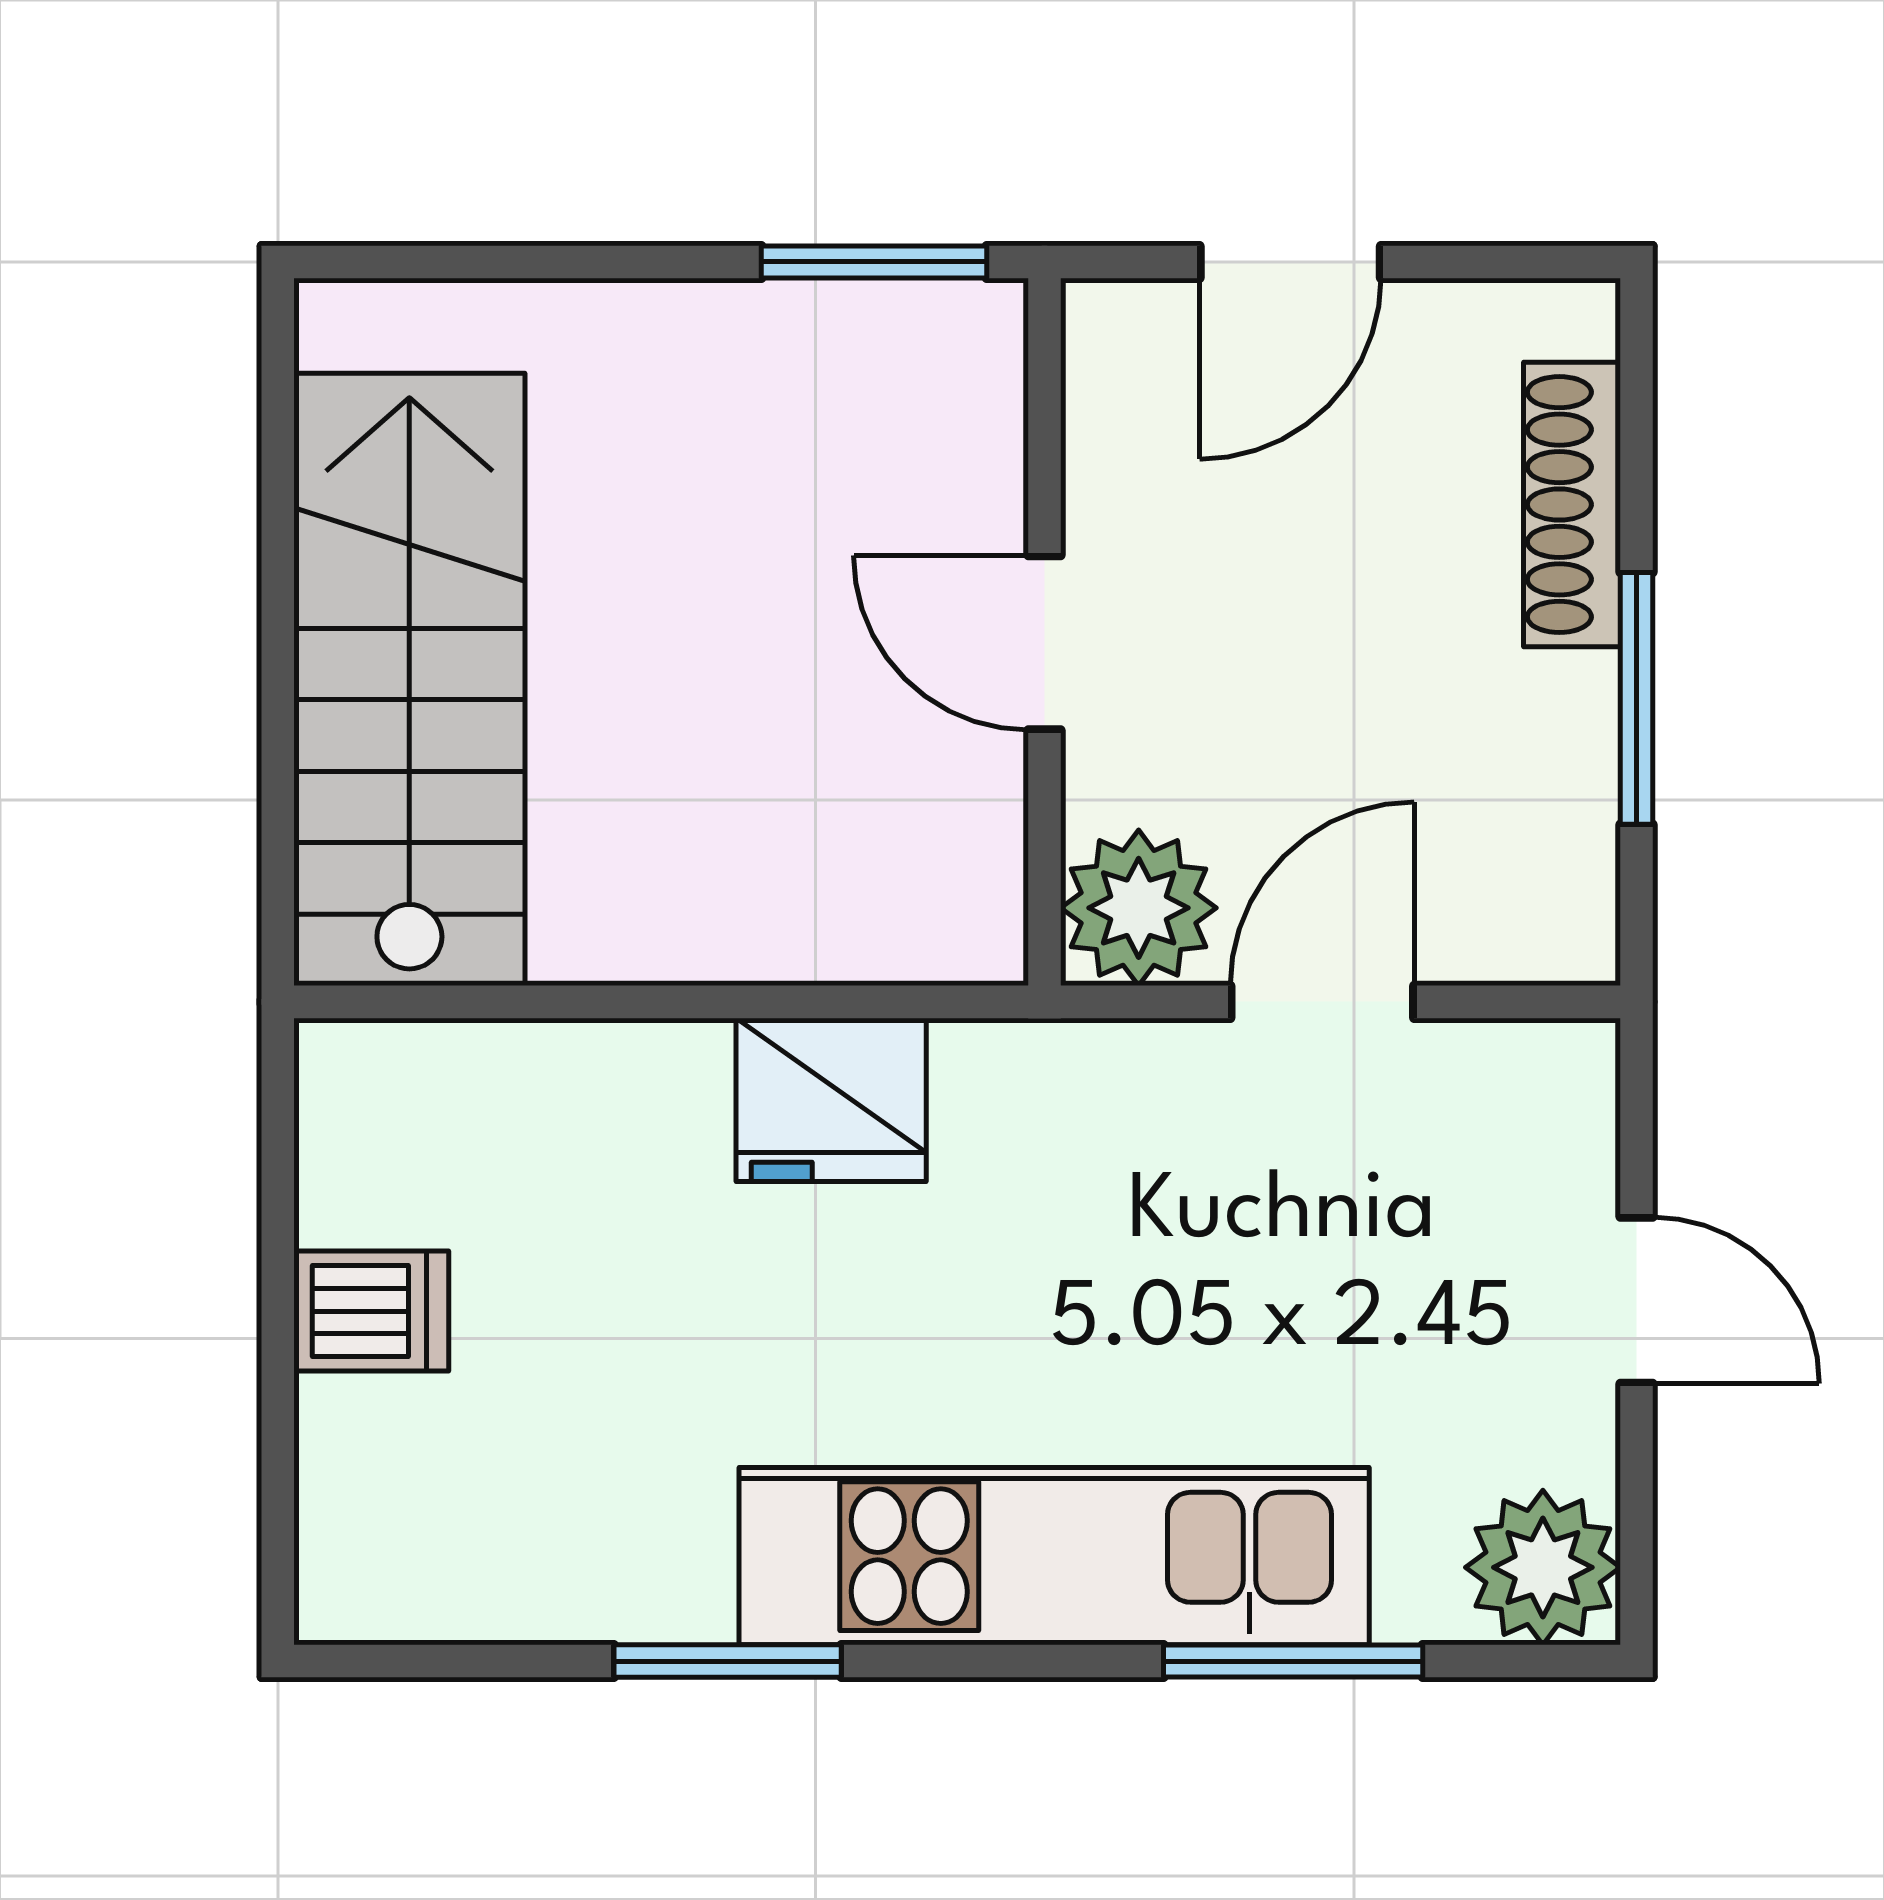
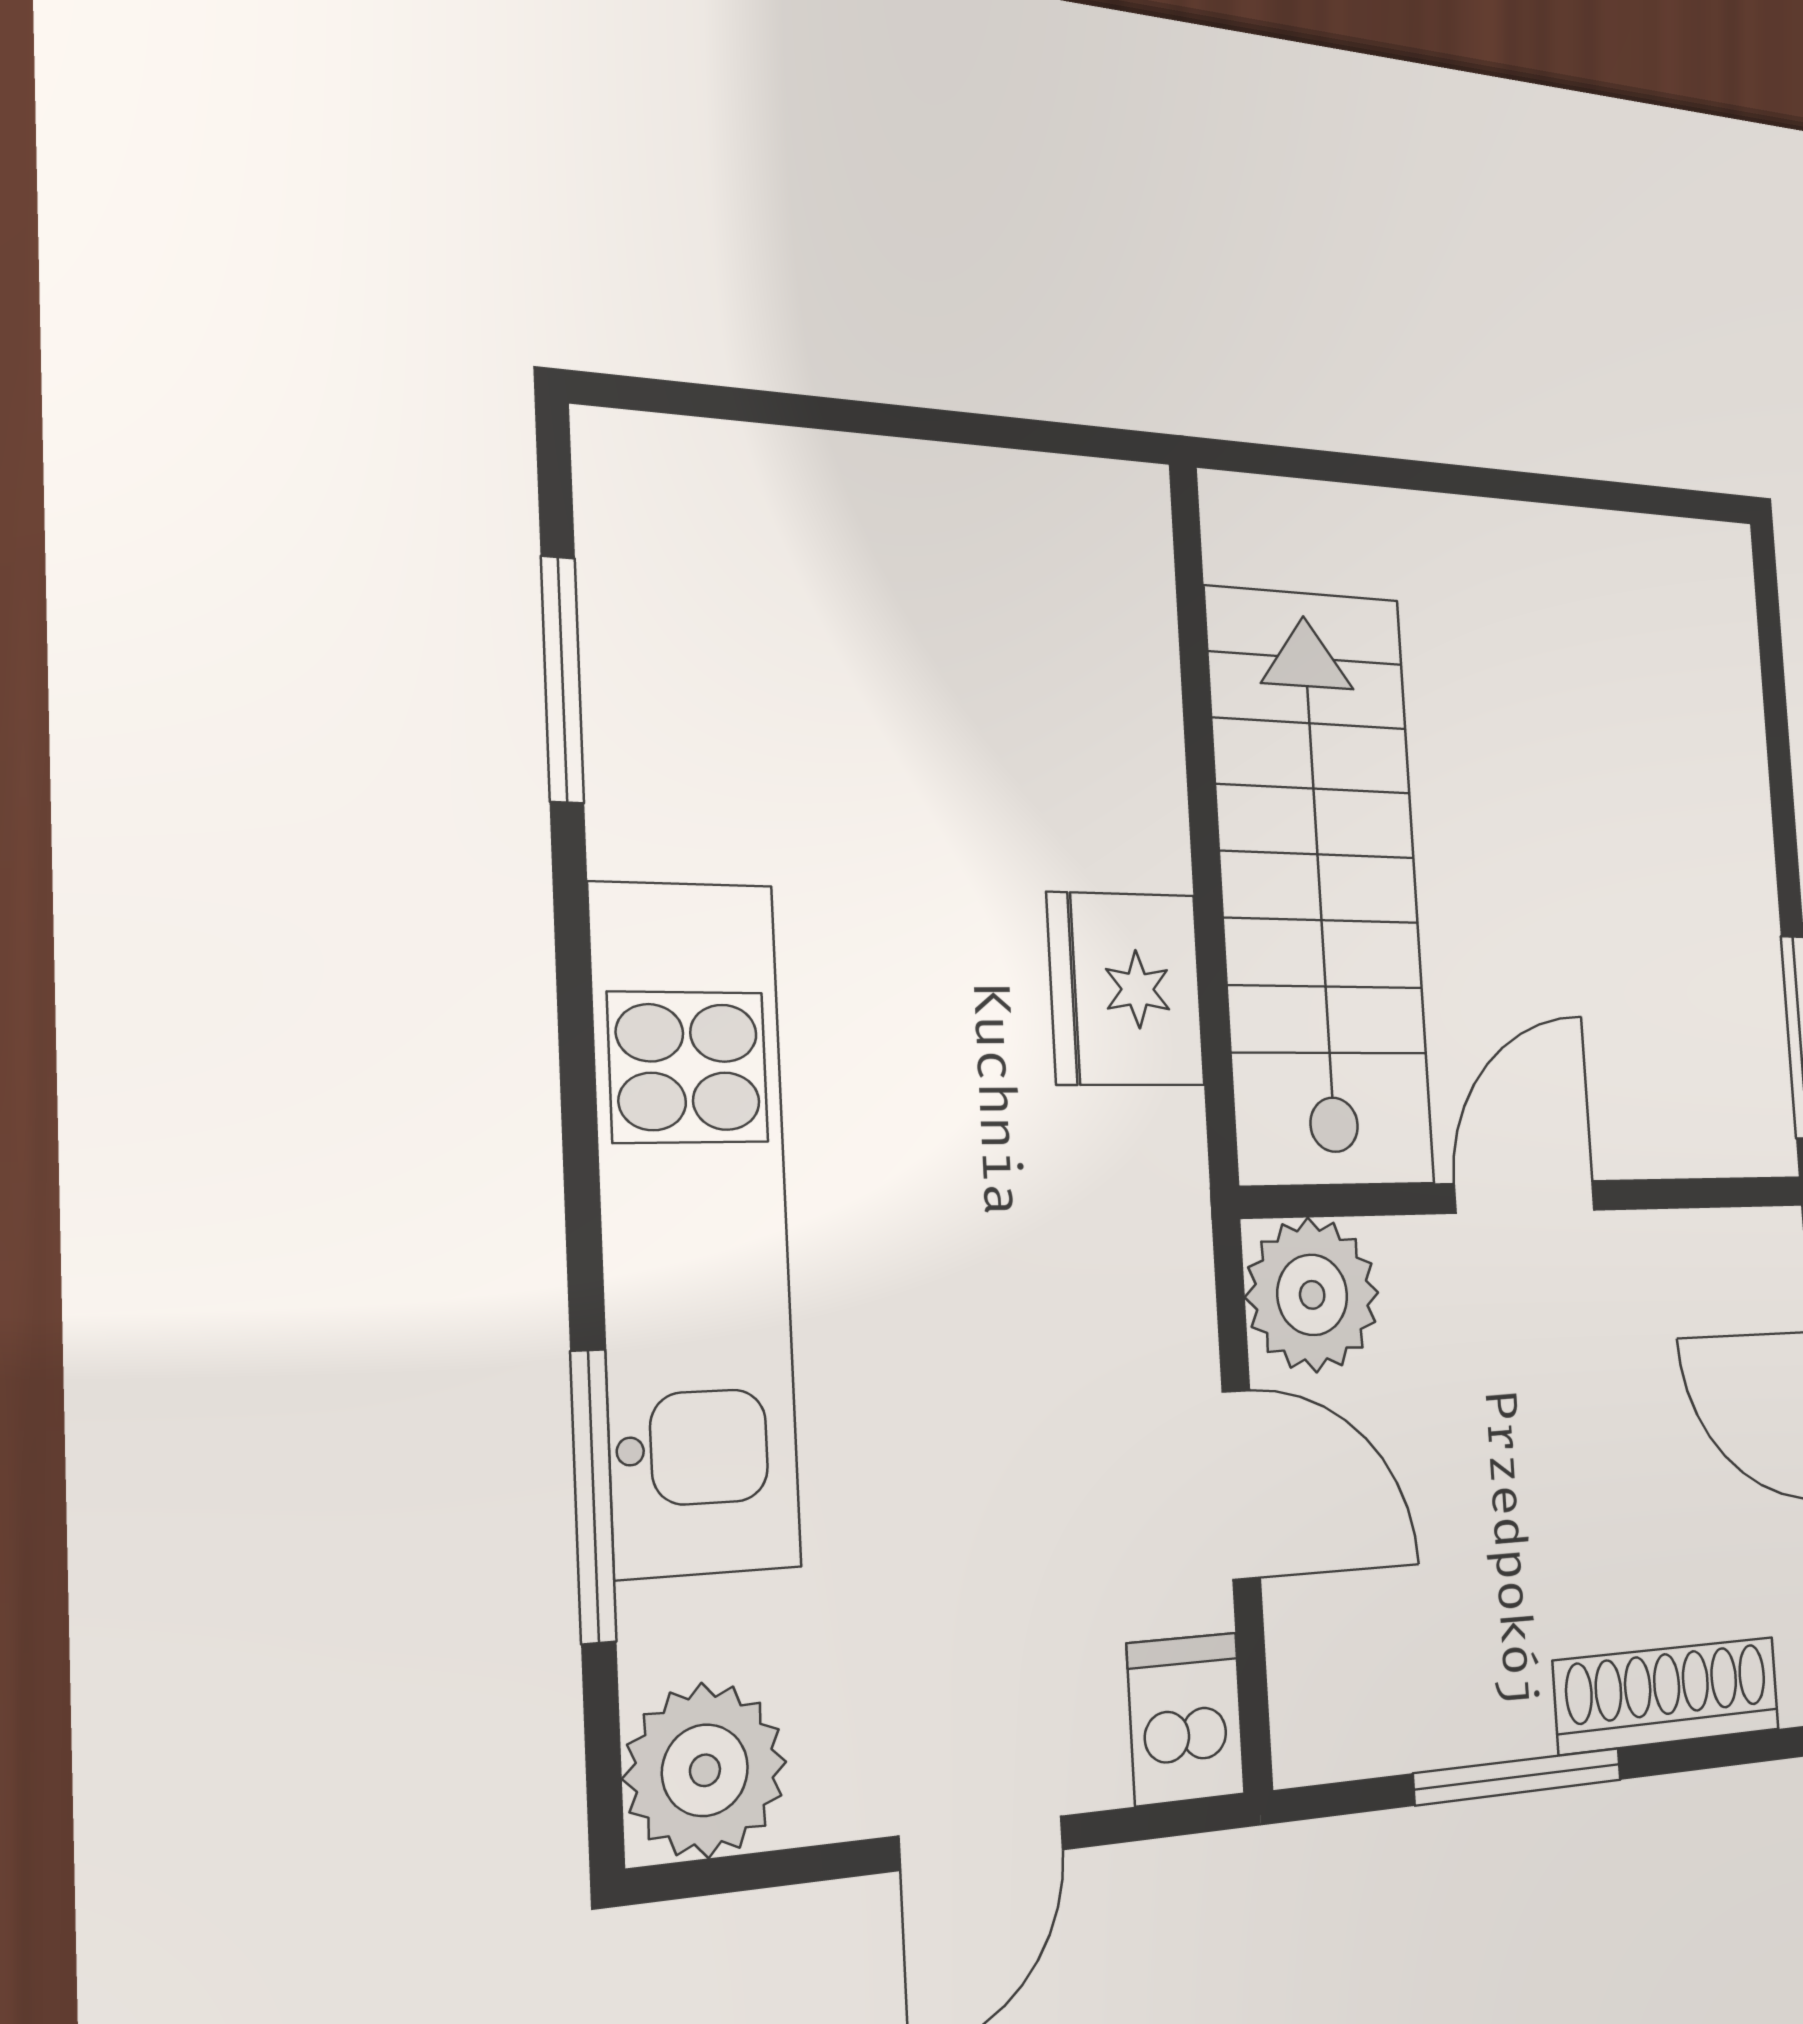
stairs: (409, 679) -> (1320, 886), moved, turned -90
dishwasher: (371, 1311) -> (1186, 1719), moved, turned 180
window: (728, 1661) -> (562, 679), moved

